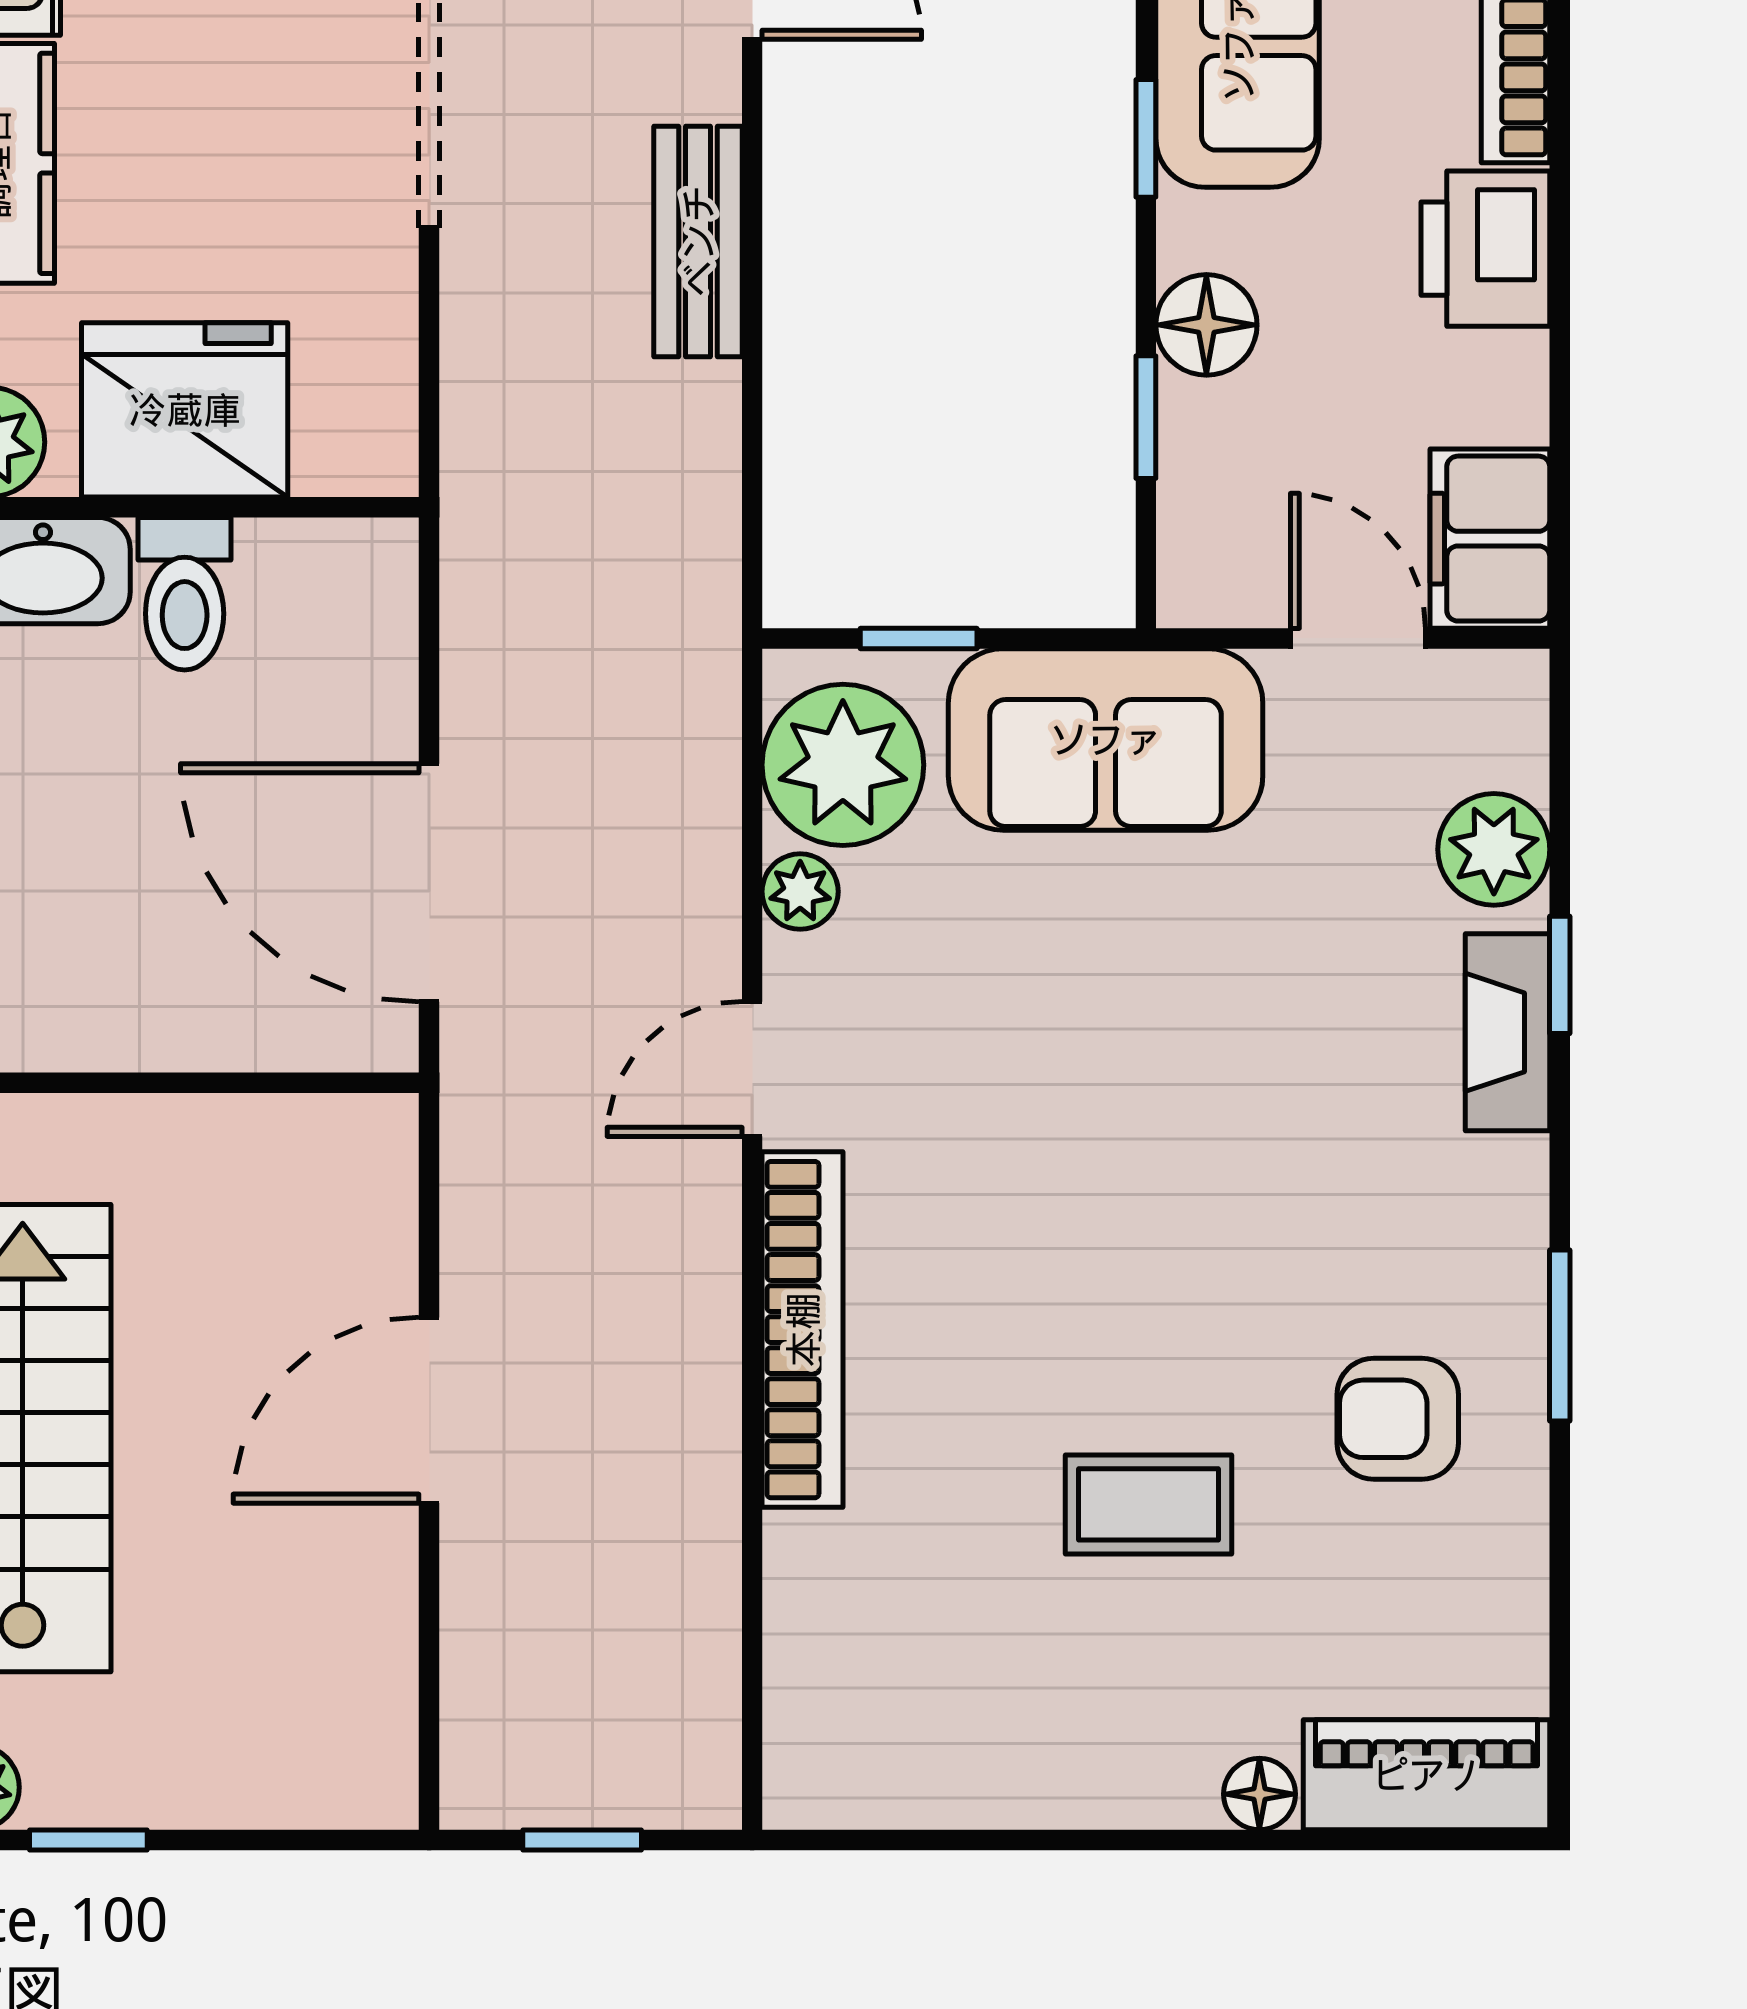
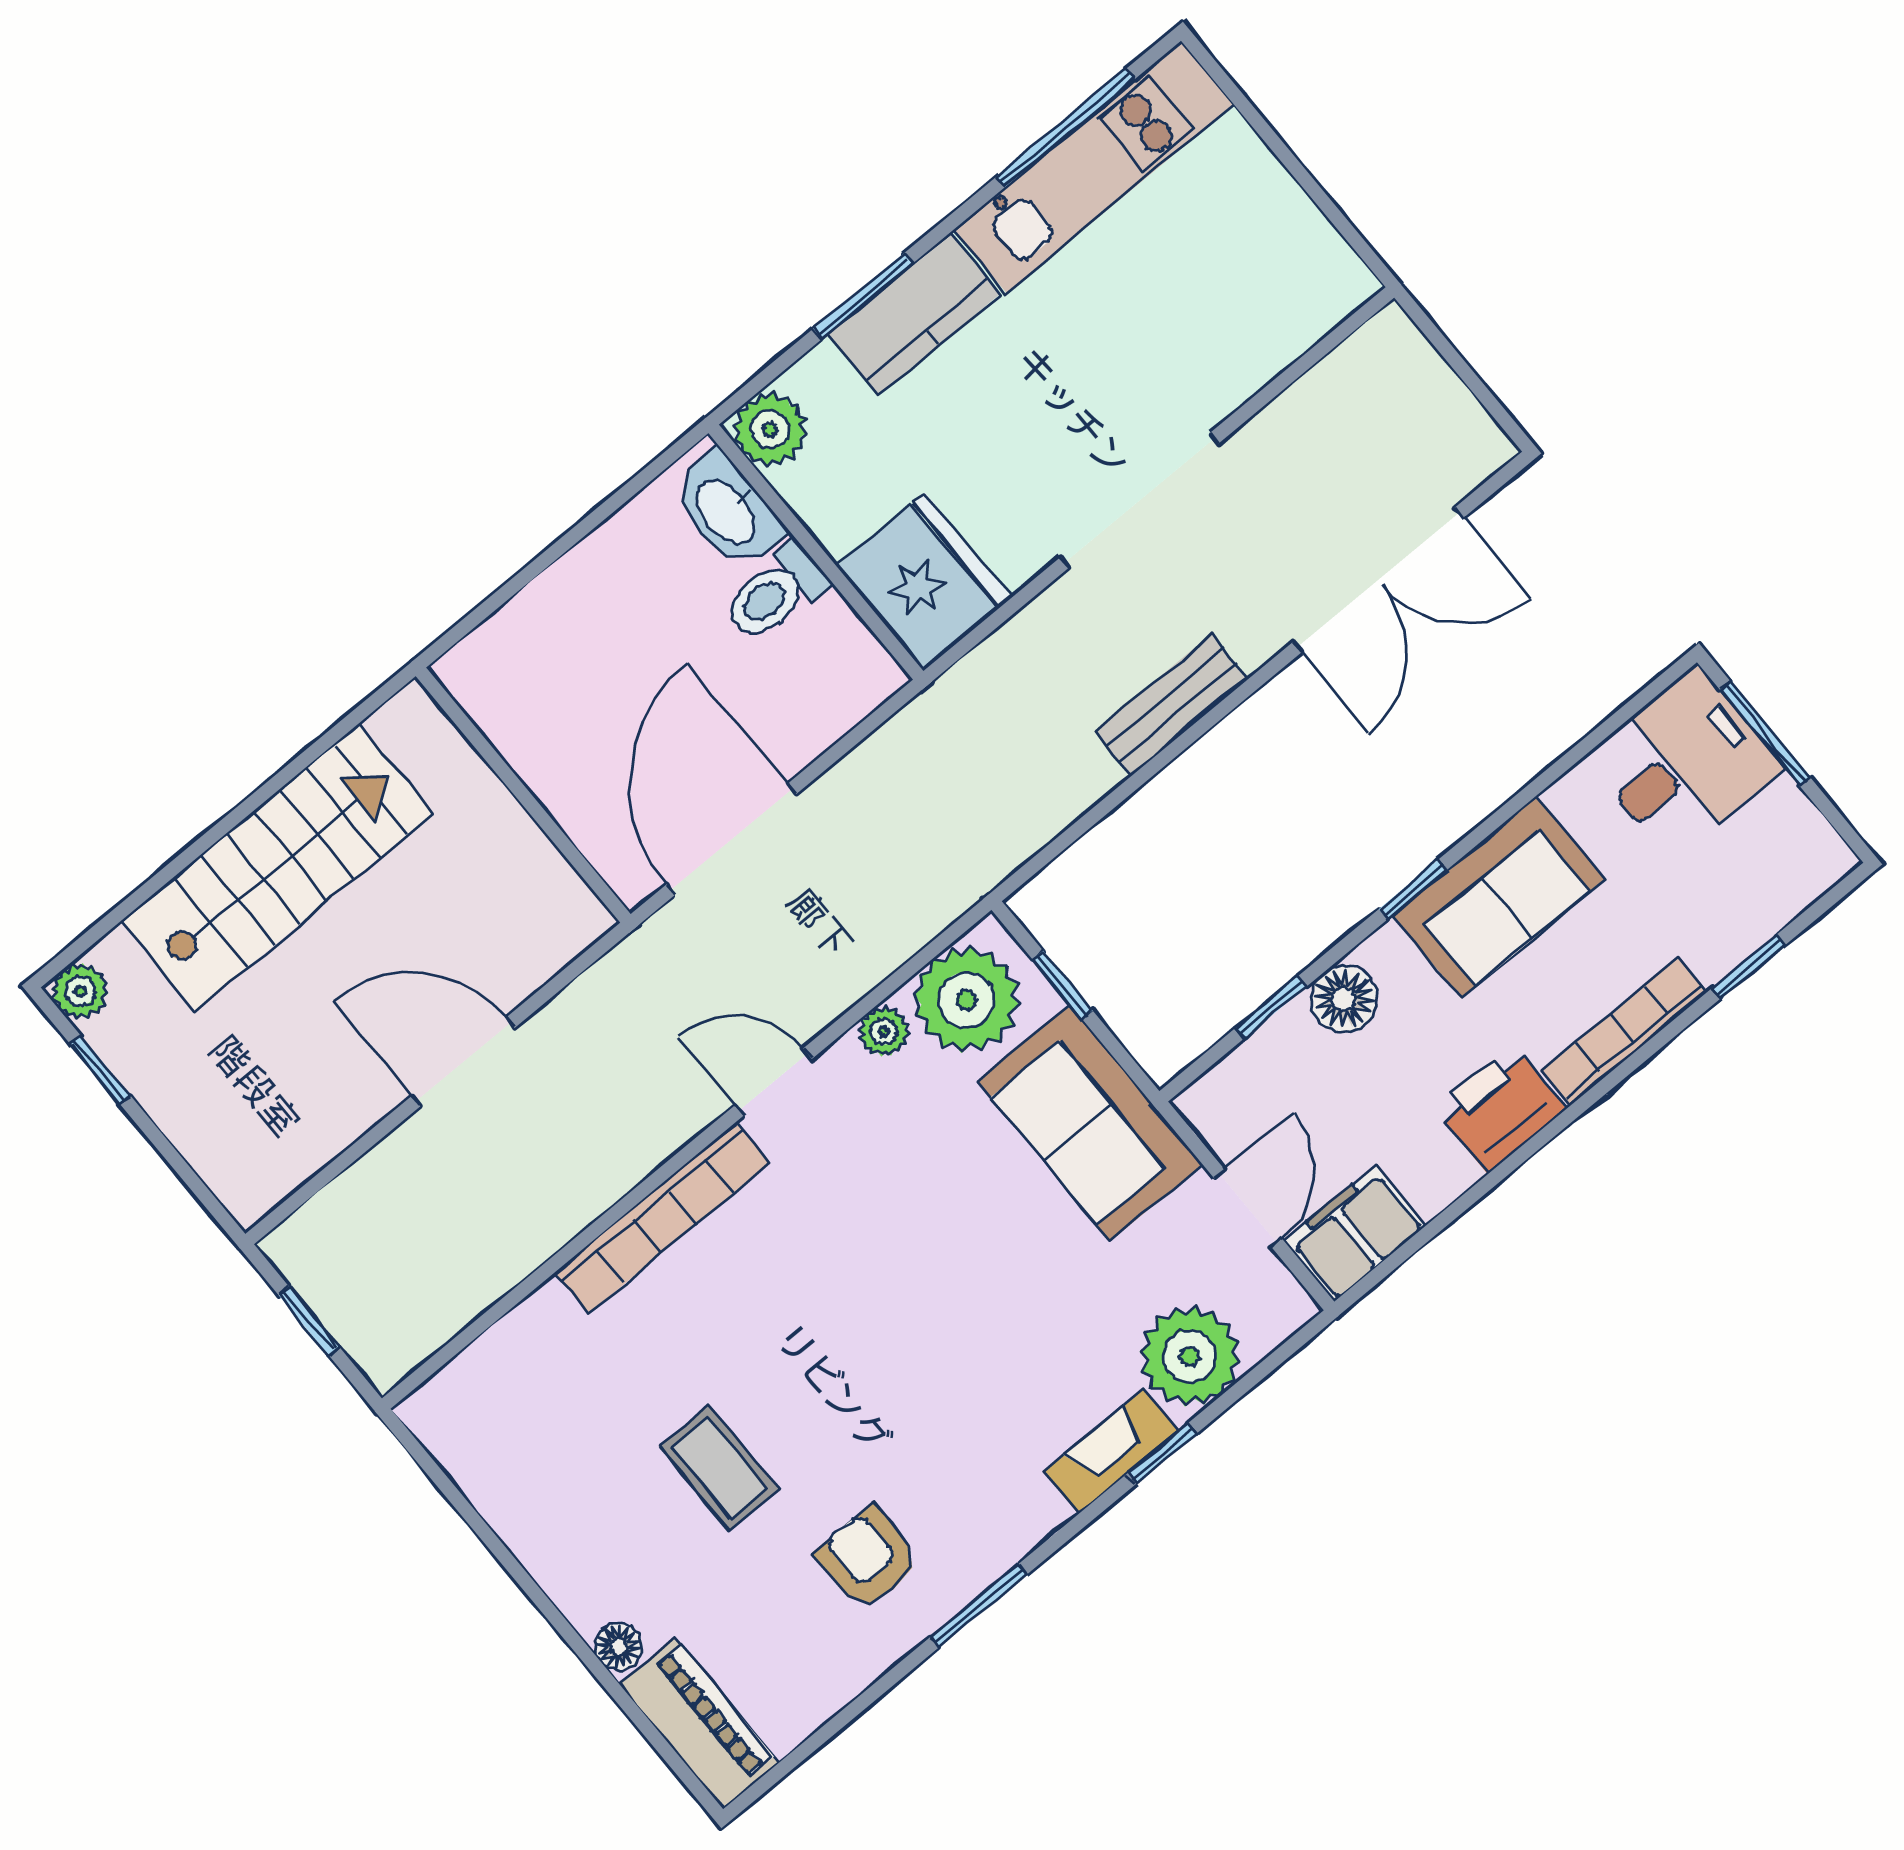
fridge: (185, 410) -> (924, 582), moved
plant: (1494, 849) -> (1190, 1356), width x1.36, depth x1.36

